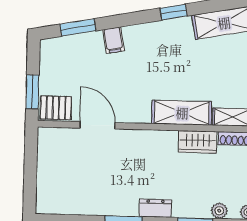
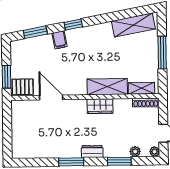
window: (173, 12) -> (73, 25), moved
wardrobe: (198, 142) -> (100, 106), moved

